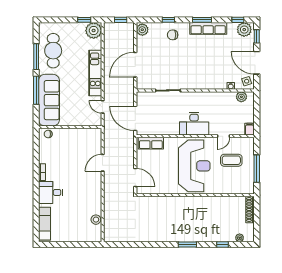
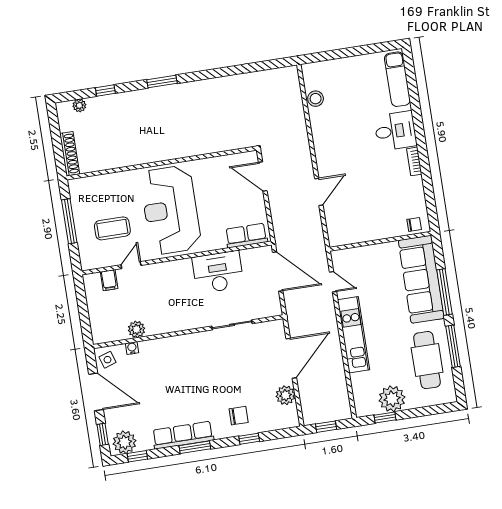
plant: (142, 30) -> (285, 395), moved
plant: (94, 31) -> (392, 399), moved
plant: (241, 97) -> (136, 329), moved
desk: (194, 124) -> (218, 272), moved
filing cabinet: (249, 129) -> (109, 280), moved

